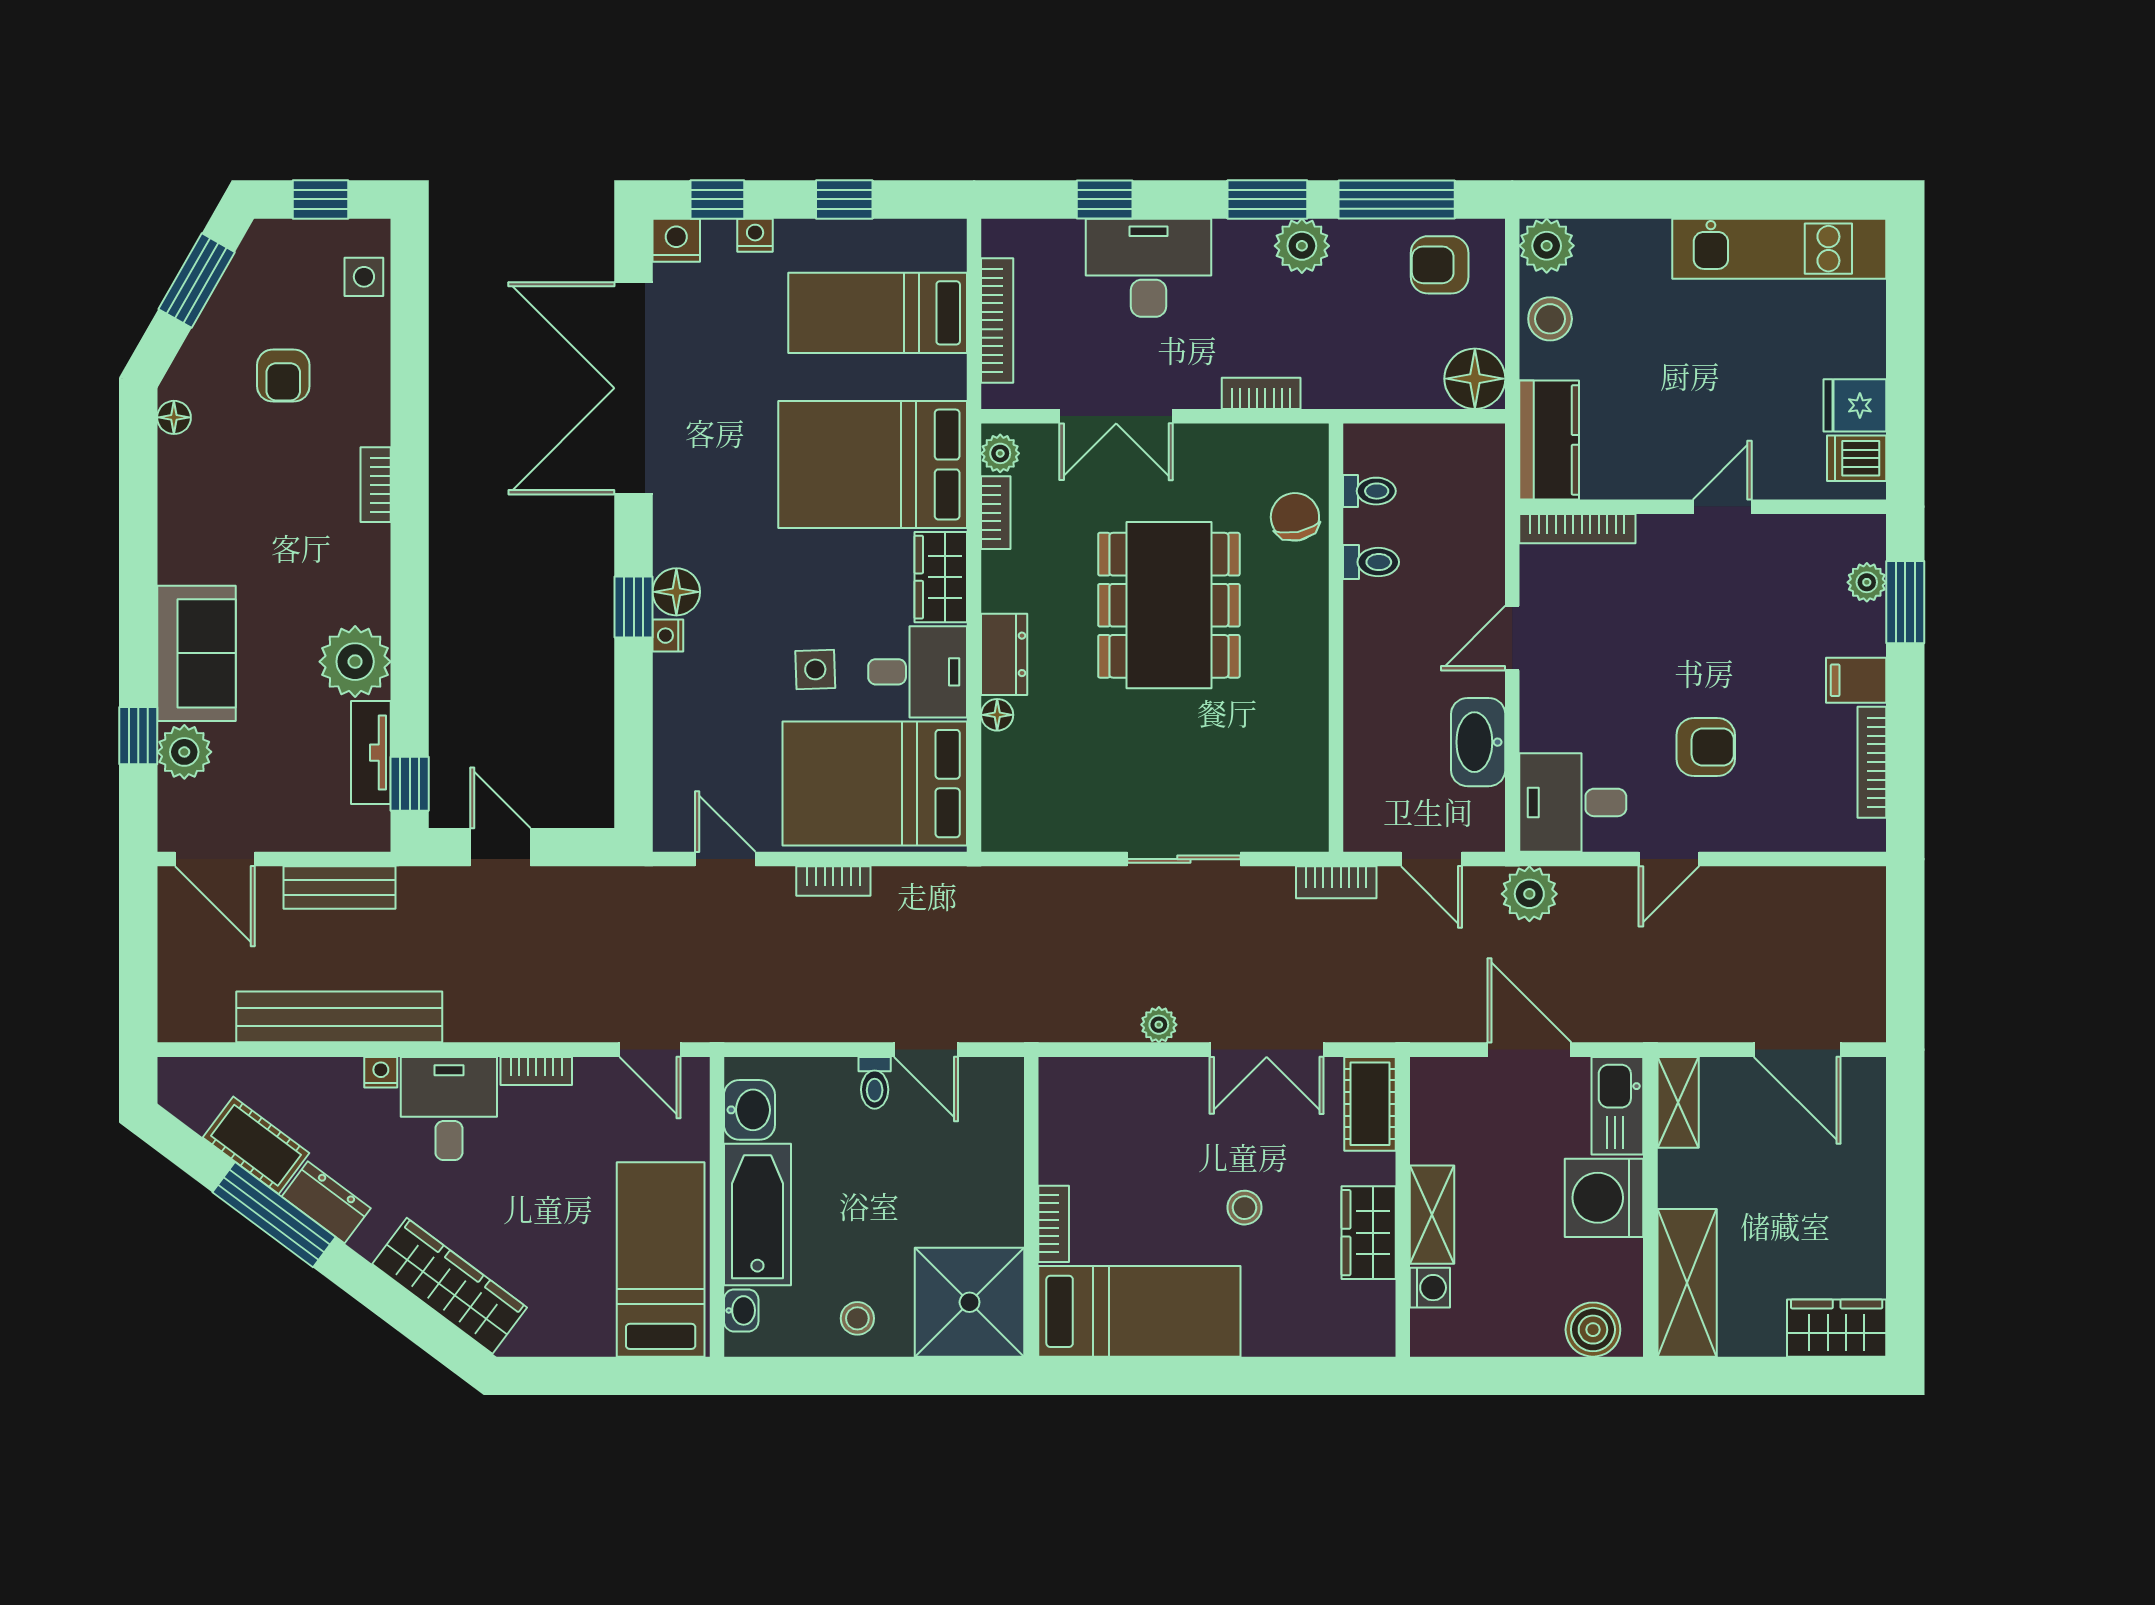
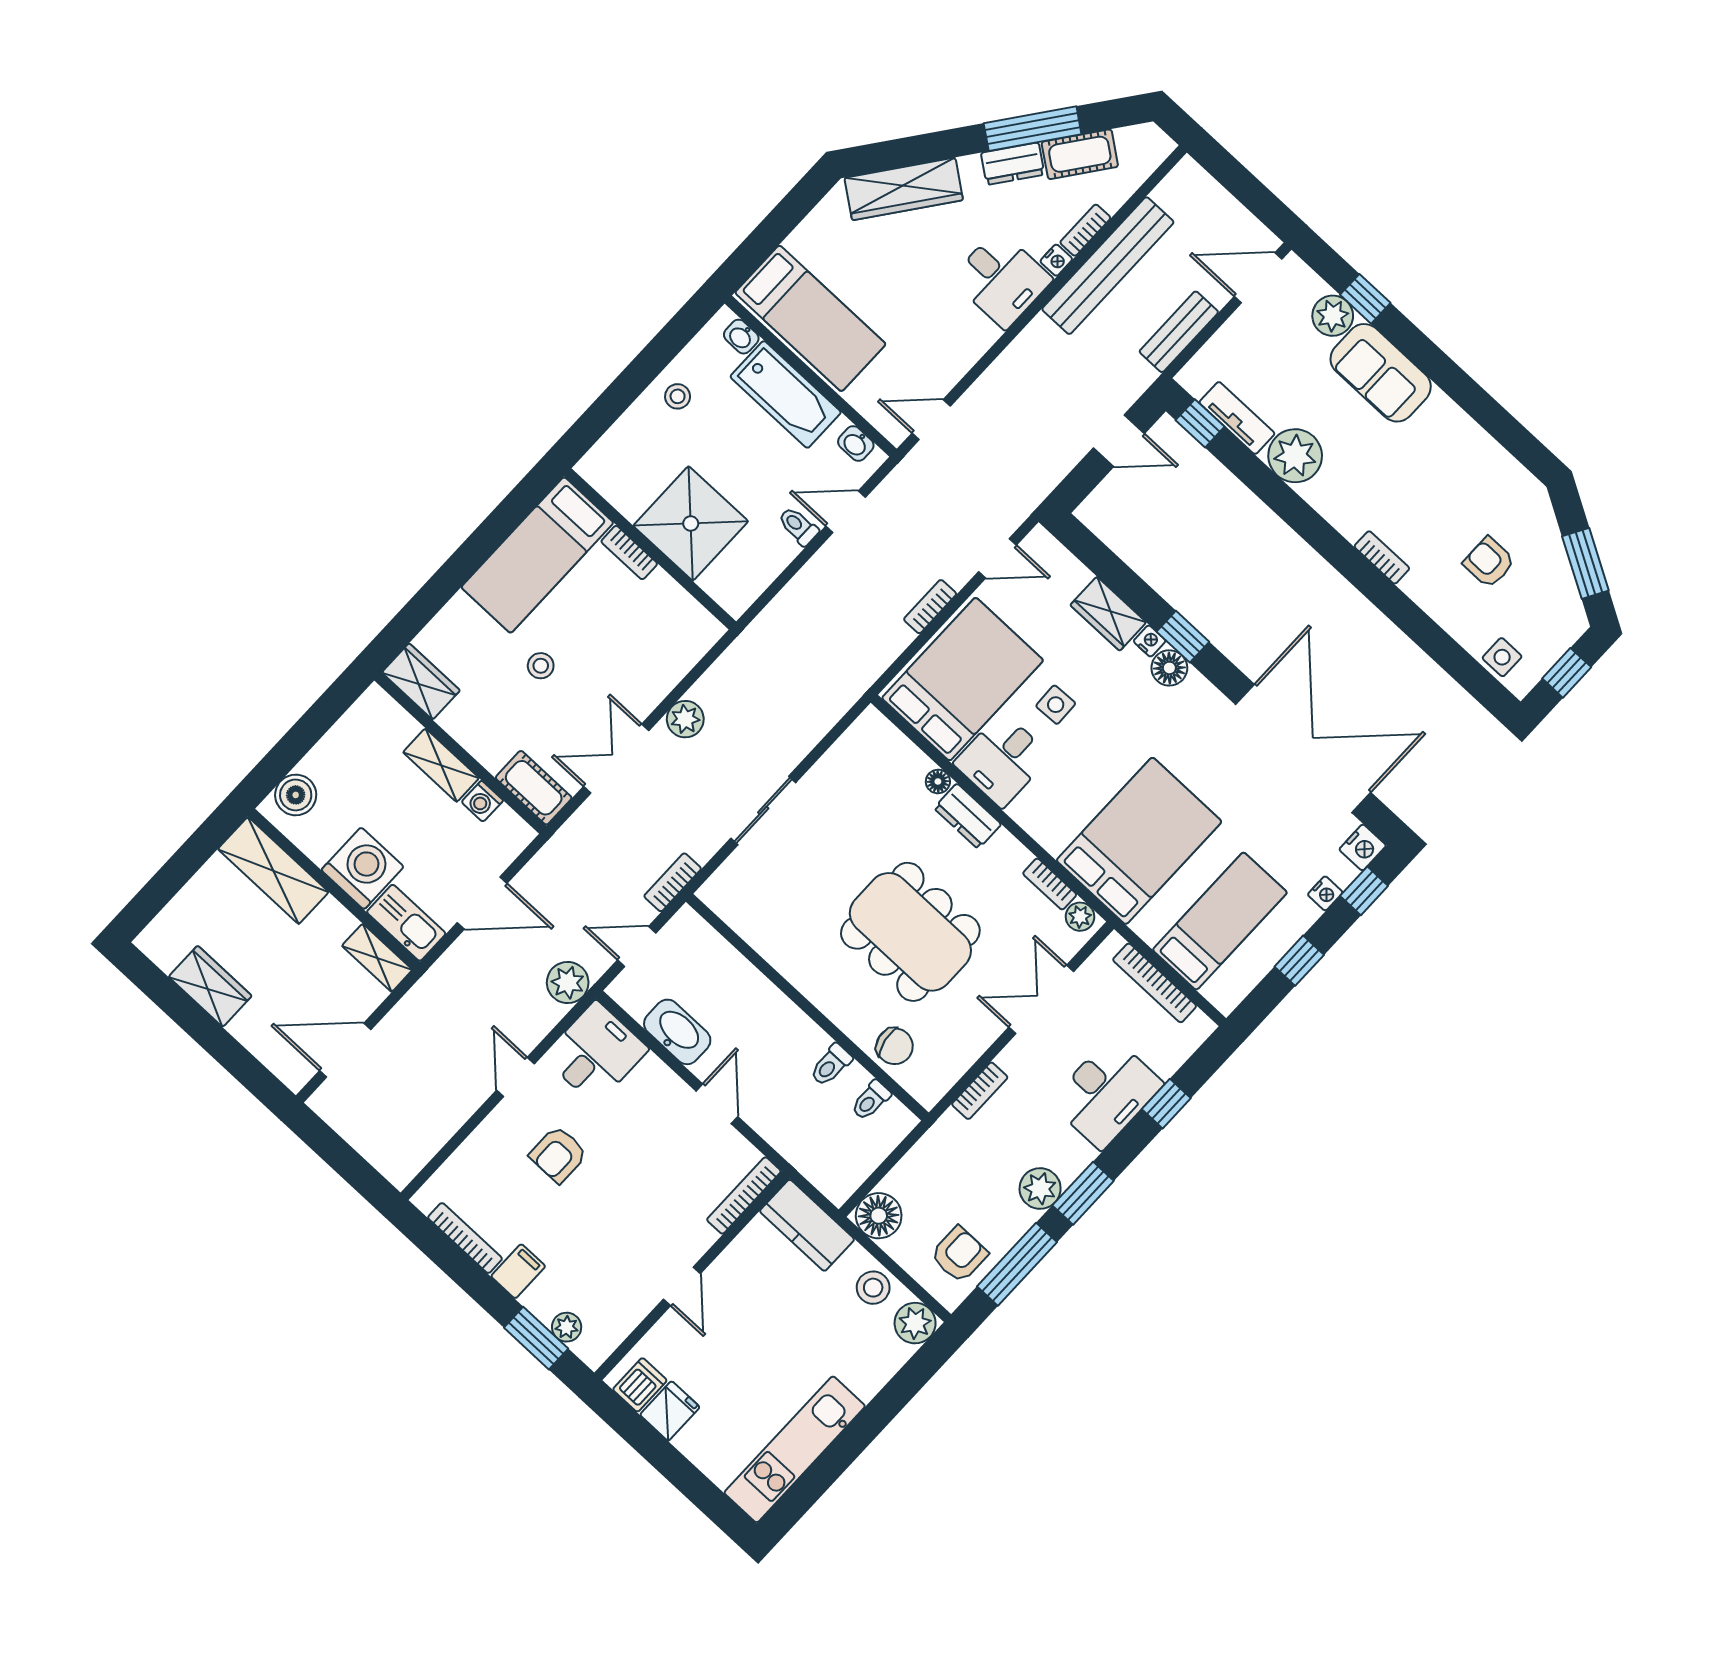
floor lamp: (174, 417) -> (1522, 481), removed
wardrobe: (941, 577) -> (1108, 614), moved, turned 180
plant: (1159, 1025) -> (685, 719), width x1.38, depth x1.38
door: (926, 1050) -> (846, 512), moved
bookcase: (536, 1071) -> (1085, 230), moved
washbasin: (749, 1110) -> (856, 443), width x0.72, depth x0.69
wardrobe: (1369, 1233) -> (421, 681), moved
washing machine: (1430, 1288) -> (482, 801), moved
shower: (970, 1302) -> (691, 523), moved
wardrobe: (1837, 1328) -> (210, 986), moved, turned -90

